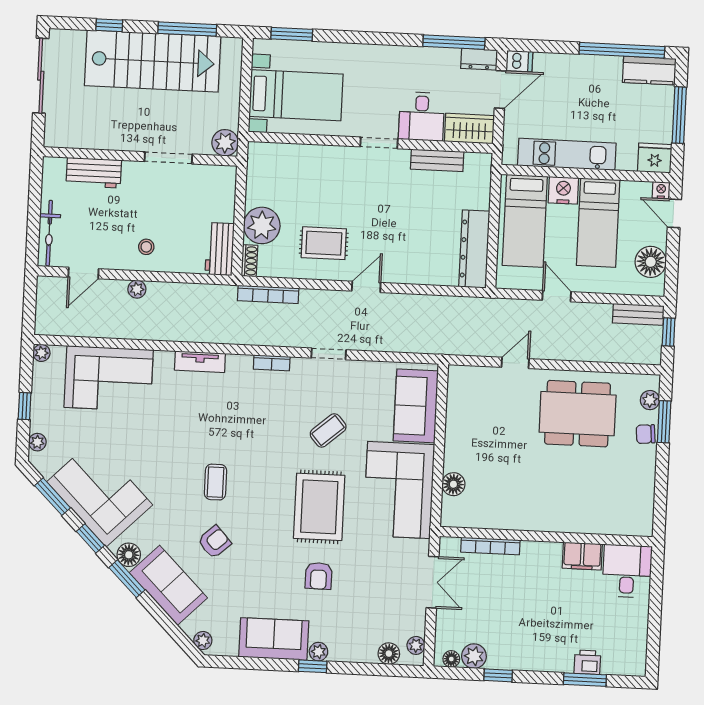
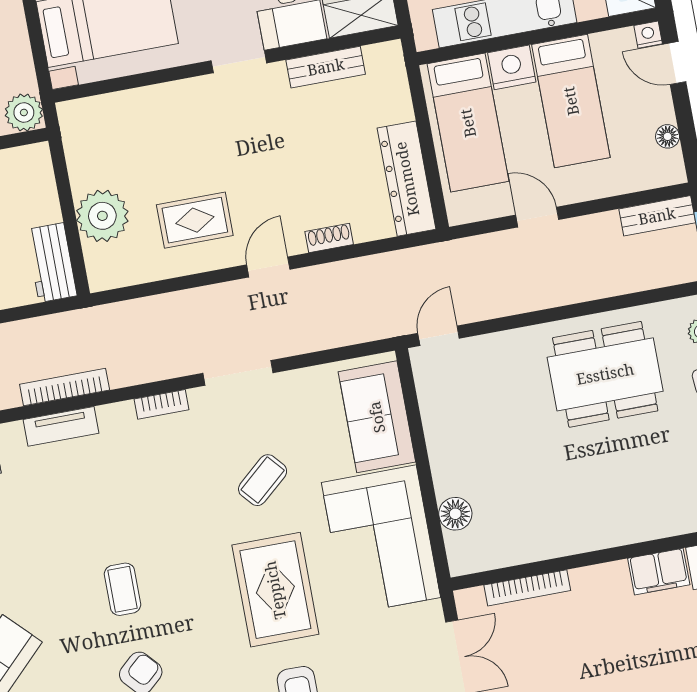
shoe rack: (249, 261) -> (329, 238), moved, turned -90
floor lamp: (651, 262) -> (668, 136), width x0.53, depth x0.53
bookcase: (268, 294) -> (65, 387), moved, turned 180
doorway: (329, 354) -> (238, 373), width x1.38
door: (515, 363) -> (439, 336), moved

